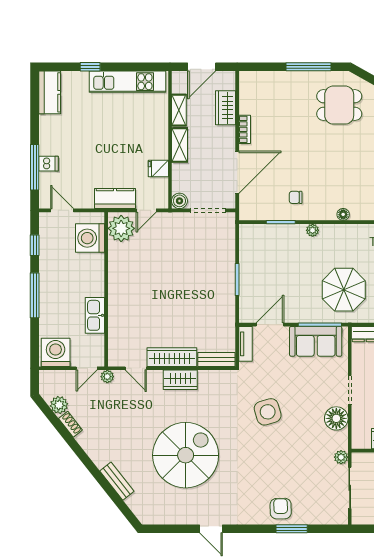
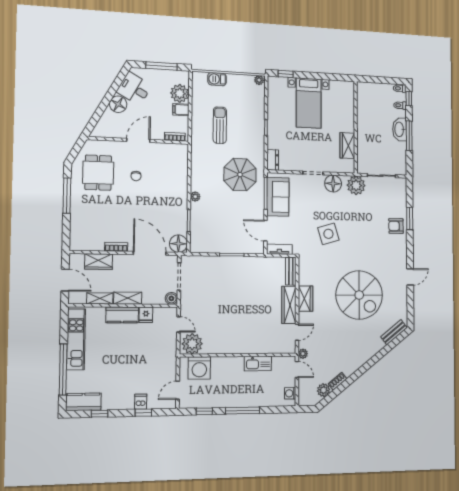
window: (90, 67) -> (63, 369), width x3.17
window: (35, 112) -> (100, 414), added
window: (35, 167) -> (143, 413), width x0.46
chair: (296, 197) -> (136, 176), moved
kitchen counter: (115, 199) -> (122, 315), moved, turned -90
floor lamp: (343, 214) -> (178, 244), moved, width x1.89, depth x1.89
washing machine: (56, 352) -> (290, 393), width x0.53, depth x0.53
spiral stairs: (186, 455) -> (359, 295), turned 180
plant: (341, 457) -> (356, 185), width x1.88, depth x1.88
bench: (117, 481) -> (394, 332), moved

